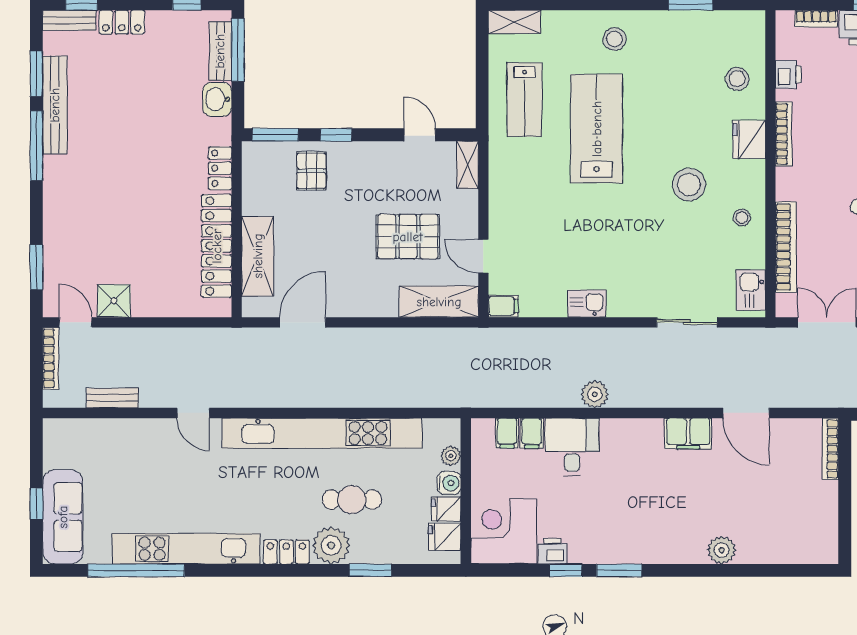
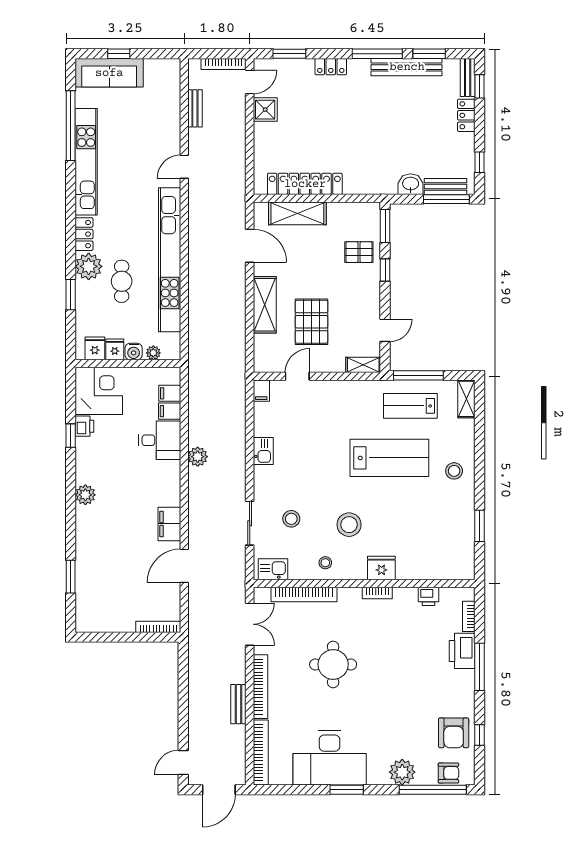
stool: (737, 79) -> (291, 519), moved
window: (482, 89) -> (418, 375), added
bookcase: (784, 134) -> (377, 593), width x0.64
locker: (220, 168) -> (331, 67), moved, turned 180
shelving: (439, 302) -> (265, 305), moved
plant: (722, 550) -> (85, 495), moved
window: (619, 570) -> (71, 577), moved

